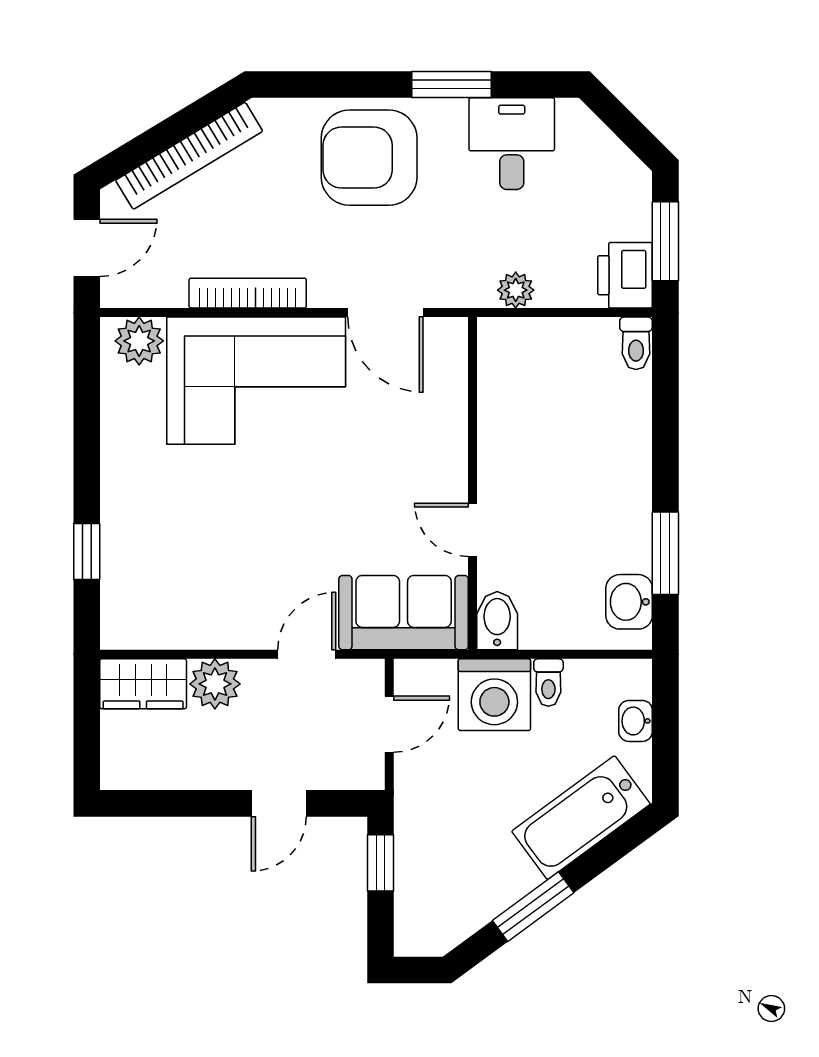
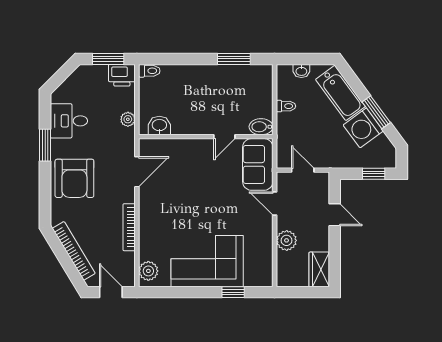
corner sofa: (256, 381) -> (207, 261), moved, turned -90
washbasin: (629, 602) -> (159, 126), moved, turned 180
wardrobe: (143, 684) -> (319, 269), moved, turned 180
washing machine: (494, 695) -> (363, 128), moved, turned 144
window: (380, 863) -> (374, 174), moved

